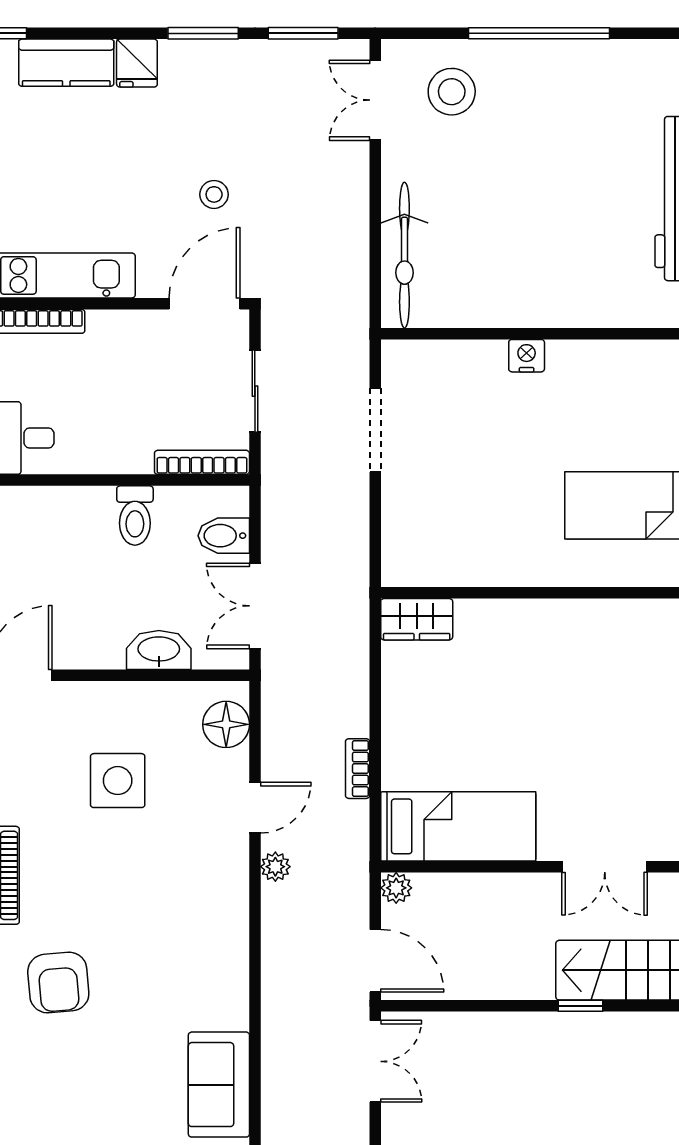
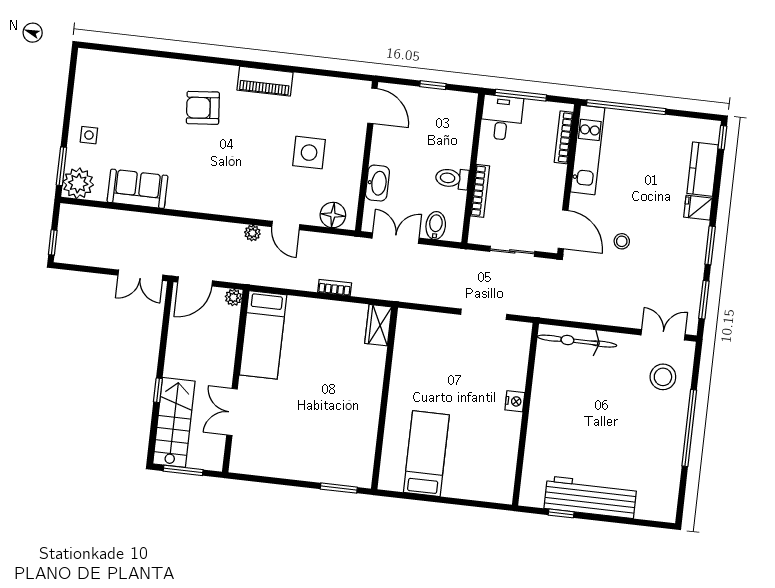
bookcase: (202, 462) -> (480, 191), moved
bookcase: (358, 769) -> (335, 288), moved

